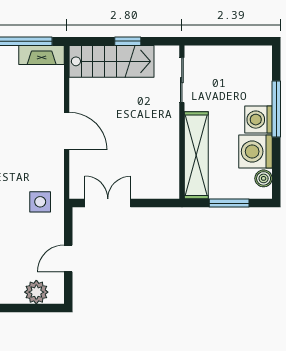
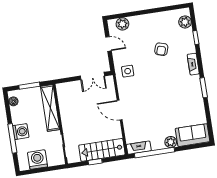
washing machine: (255, 152) -> (37, 160), moved, turned -90
door: (68, 259) -> (108, 44), hinge flipped

